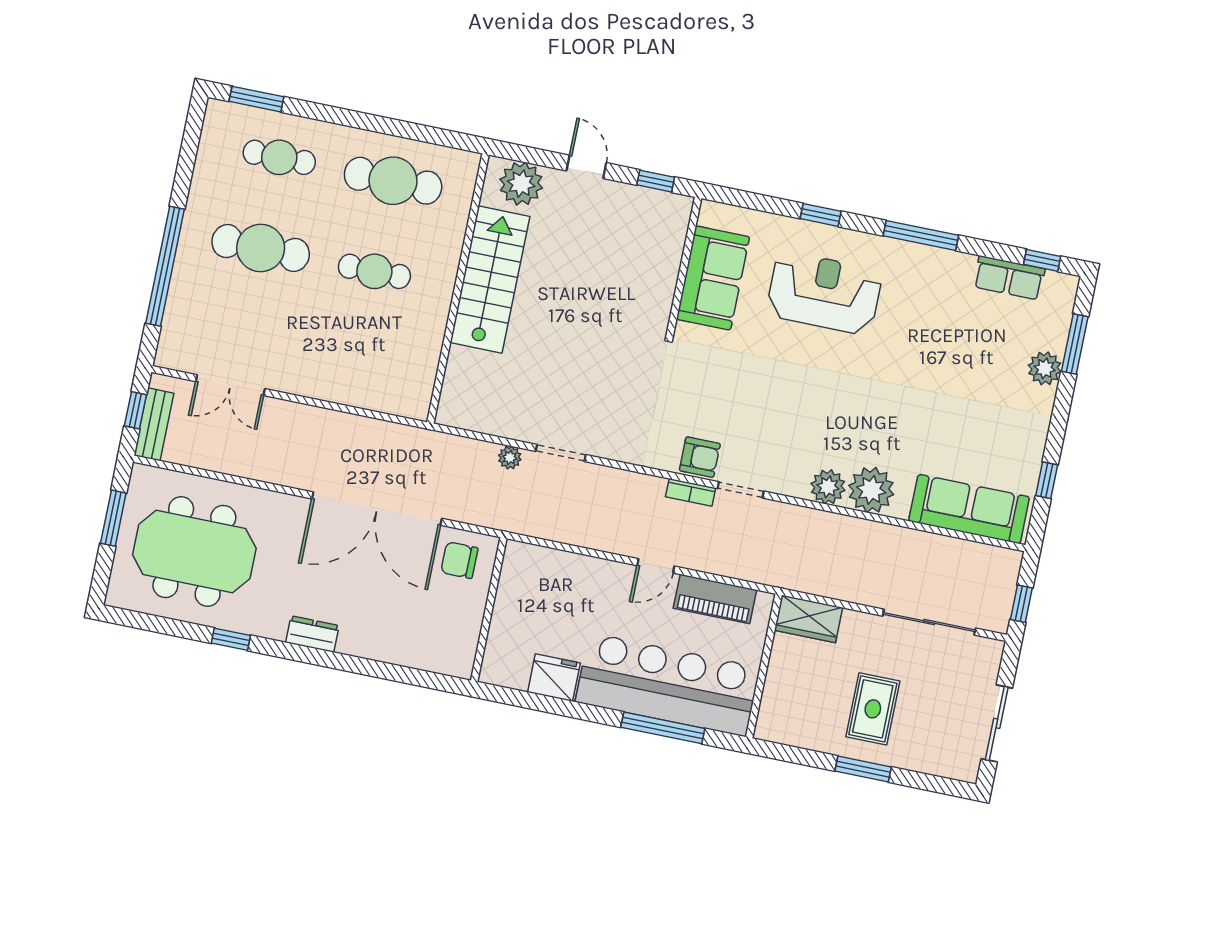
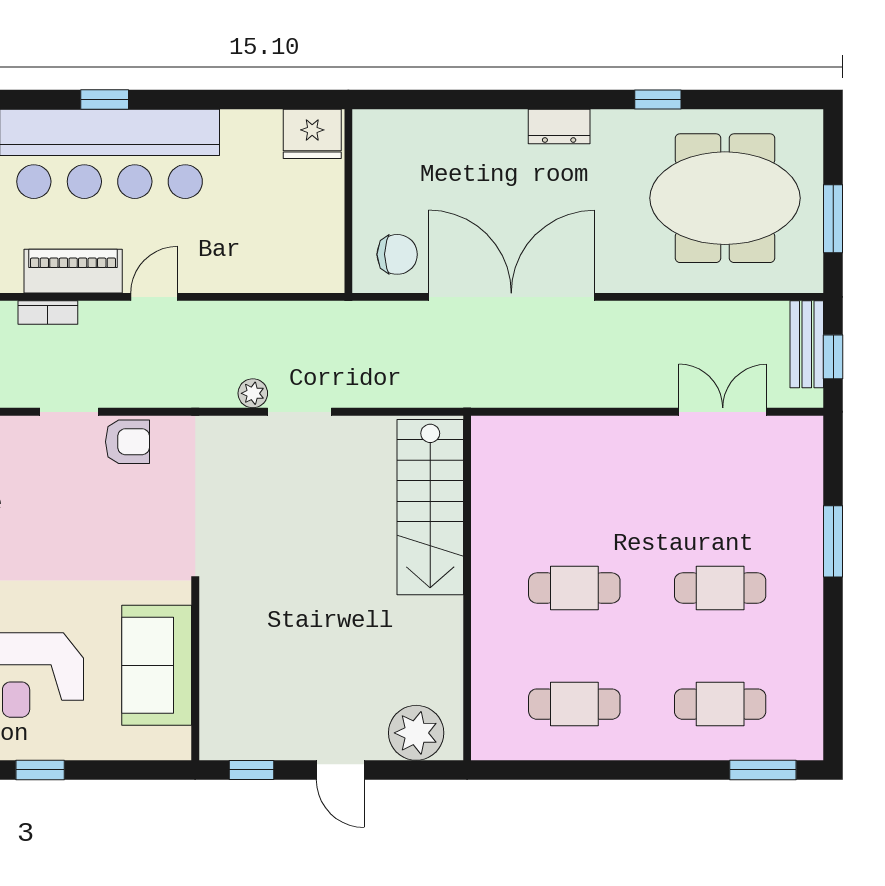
cafe table: (393, 181) -> (574, 704), width x0.73, depth x0.74
cafe table: (261, 248) -> (720, 588), width x0.73, depth x0.74
window: (165, 266) -> (833, 541), width x0.47
stairs: (490, 280) -> (430, 507), moved
armchair: (700, 457) -> (128, 442), turned 180
plant: (510, 458) -> (253, 393), moved
bookcase: (691, 492) -> (48, 313), moved, turned 180
fridge: (554, 678) -> (312, 134), moved
window: (663, 728) -> (105, 100), width x0.46

